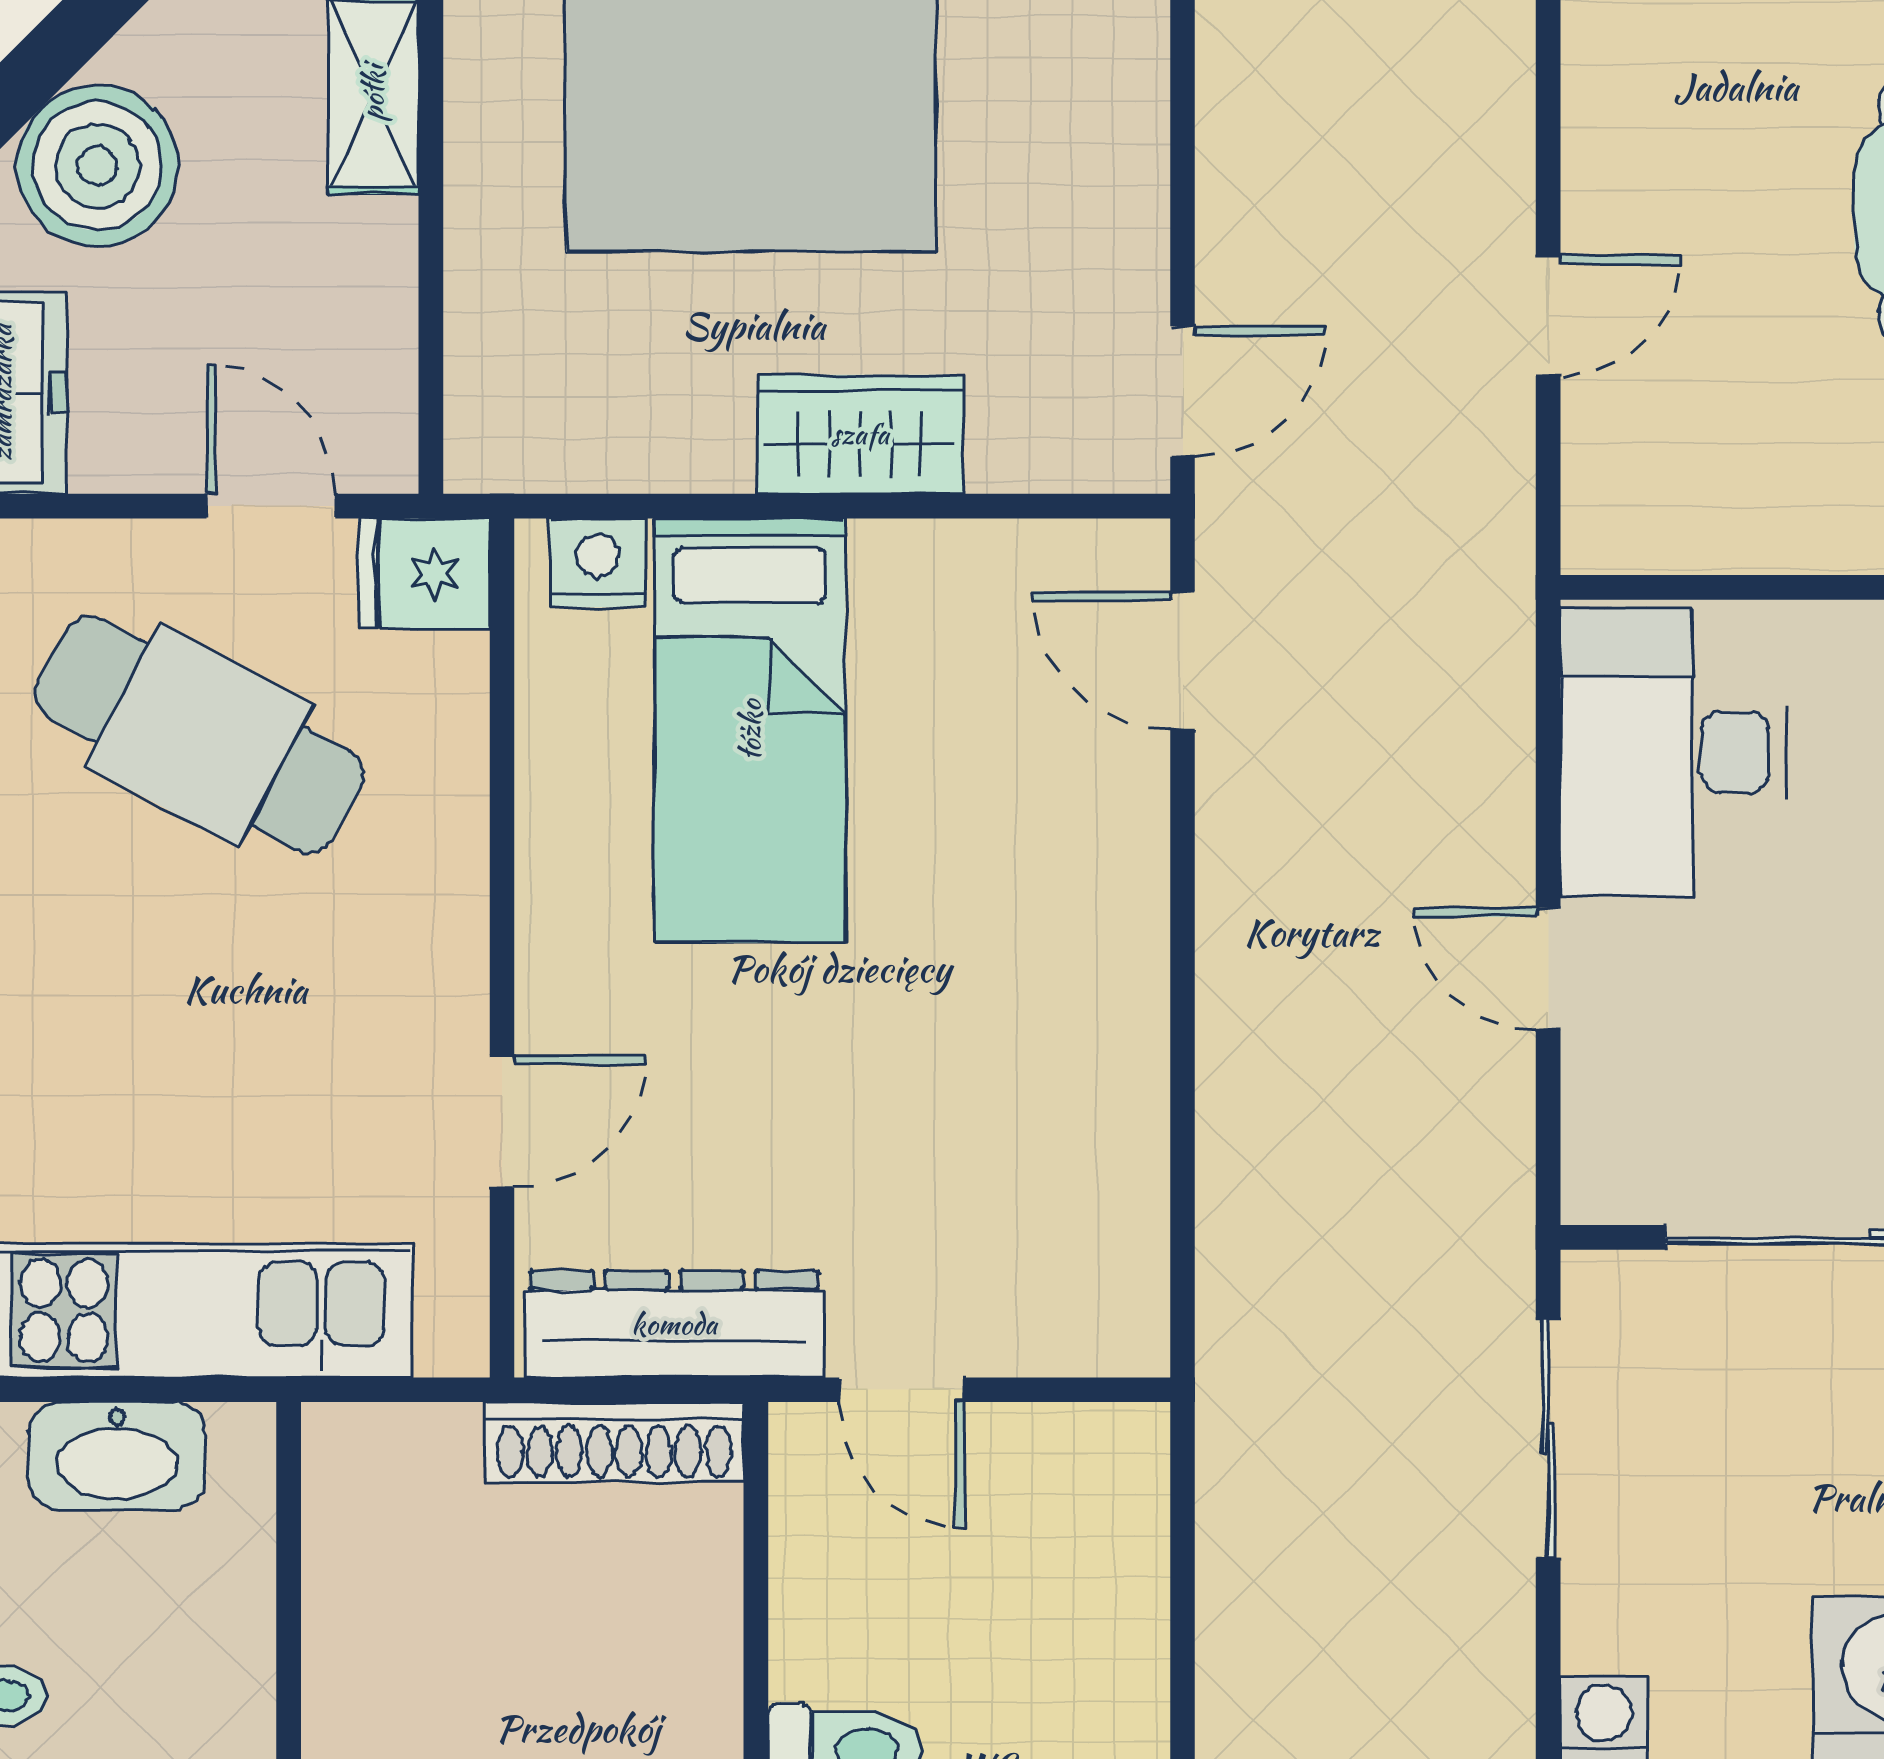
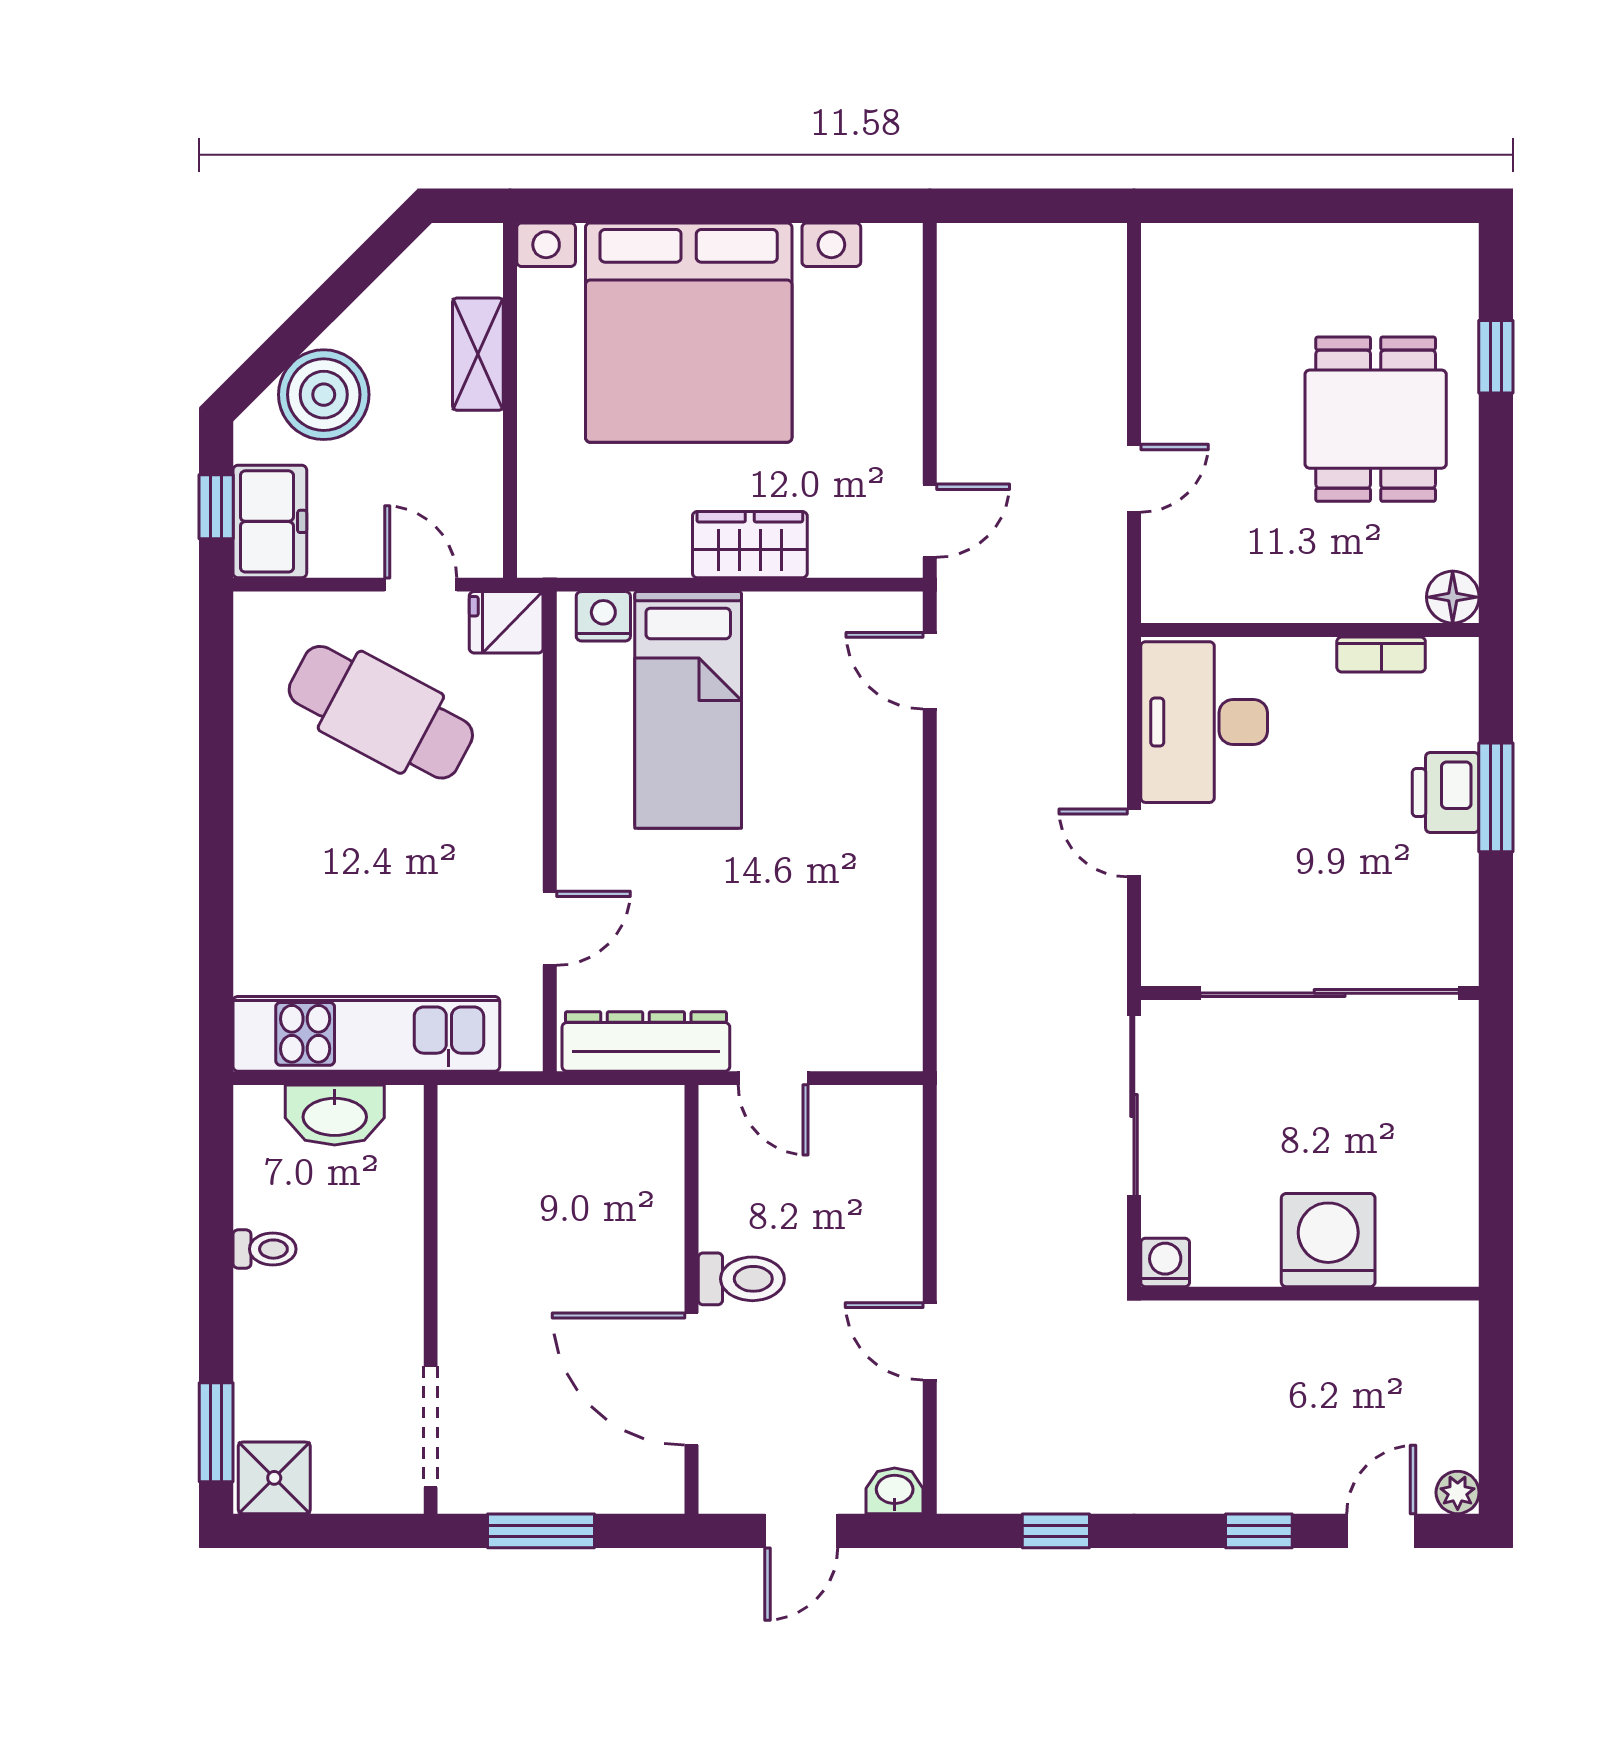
sliding door: (1548, 1439) -> (1134, 1105), width x1.37
shoe rack: (614, 1442) -> (612, 1107), removed

